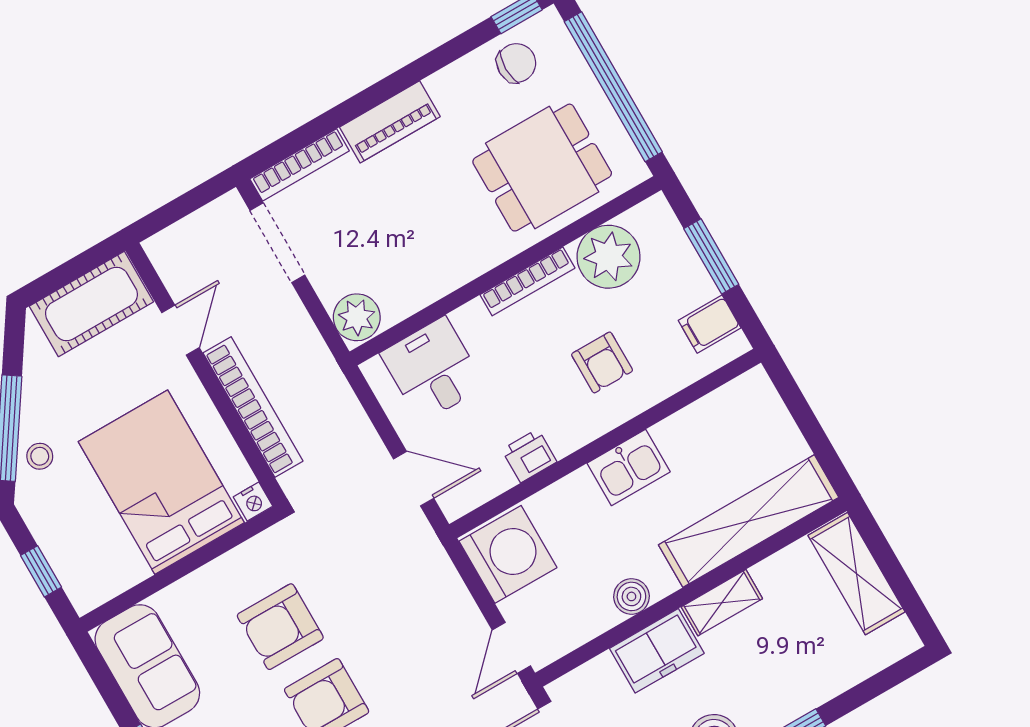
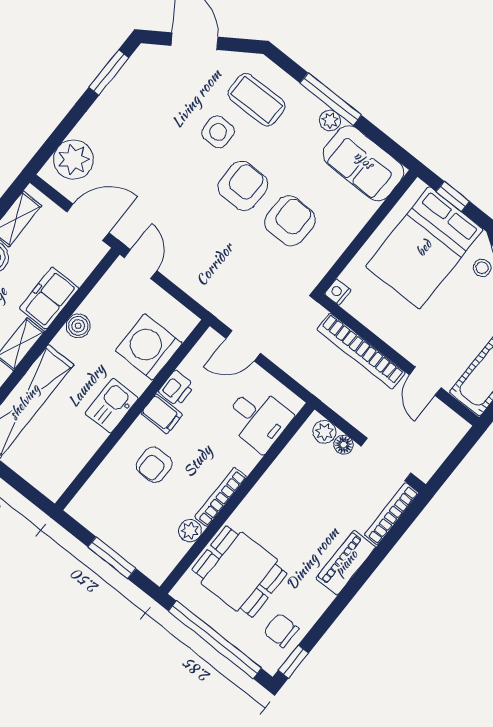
chair: (516, 63) -> (281, 630), turned 90
dining table: (542, 168) -> (239, 572), turned 90
plant: (609, 257) -> (190, 531), width x0.53, depth x0.53
floor lamp: (328, 287) -> (344, 445), added
plant: (357, 317) -> (324, 432), width x0.73, depth x0.73
filing cabinet: (710, 324) -> (162, 414), moved, turned 90
armchair: (602, 362) -> (154, 465), turned -90
bed: (161, 482) -> (424, 248), moved, turned 90
washing machine: (508, 554) -> (149, 347), moved, turned 90

